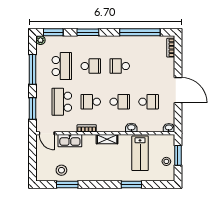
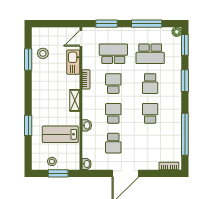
school desk: (120, 102) -> (113, 113), turned 180

